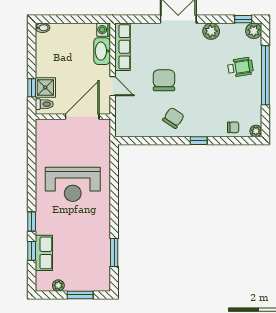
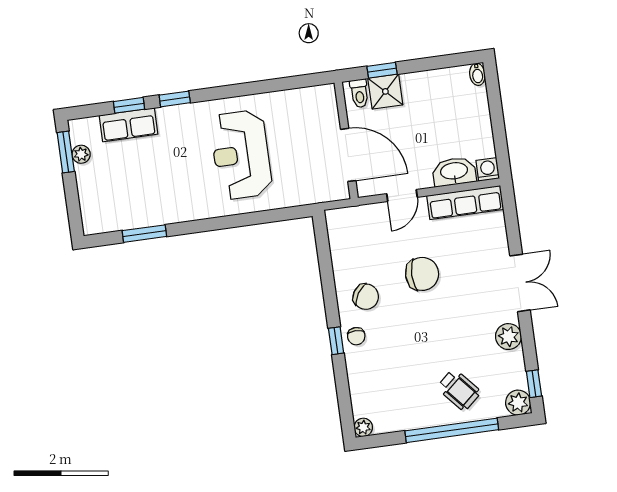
wheelchair: (240, 67) -> (459, 390), turned -32
chair: (233, 127) -> (356, 336), moved
window: (80, 295) -> (66, 152), moved

